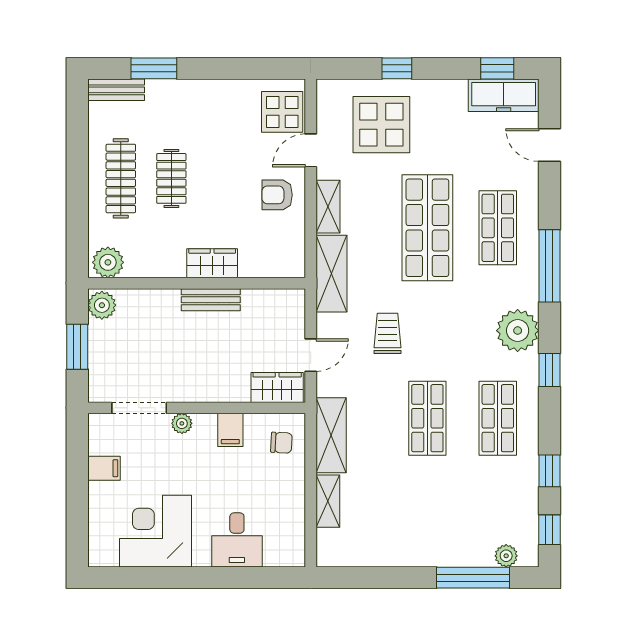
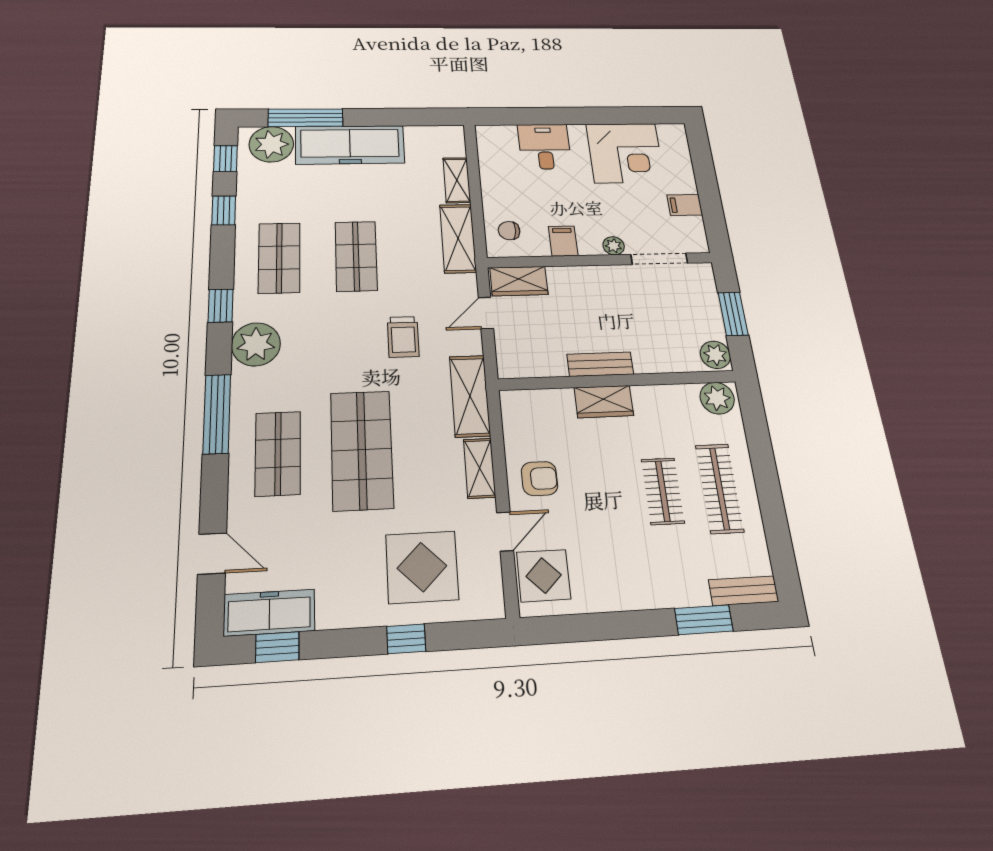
freezer: (430, 544) -> (350, 145), added
plant: (506, 556) -> (271, 144), width x1.88, depth x1.88

